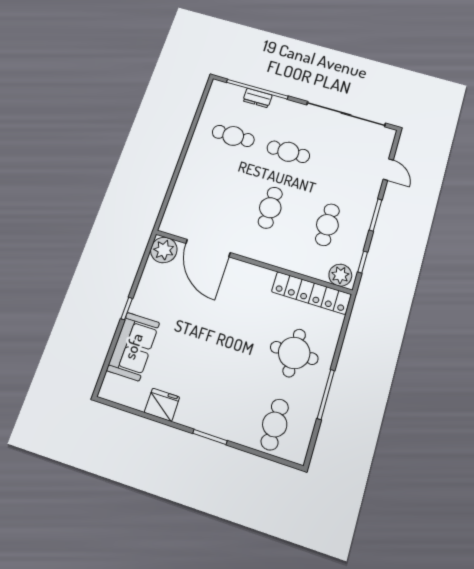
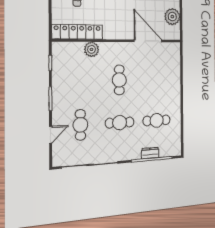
door: (388, 170) -> (51, 135), swing flipped
cafe table: (327, 225) -> (80, 125), moved
plant: (164, 250) -> (172, 17), moved
plant: (340, 275) -> (92, 49), moved

